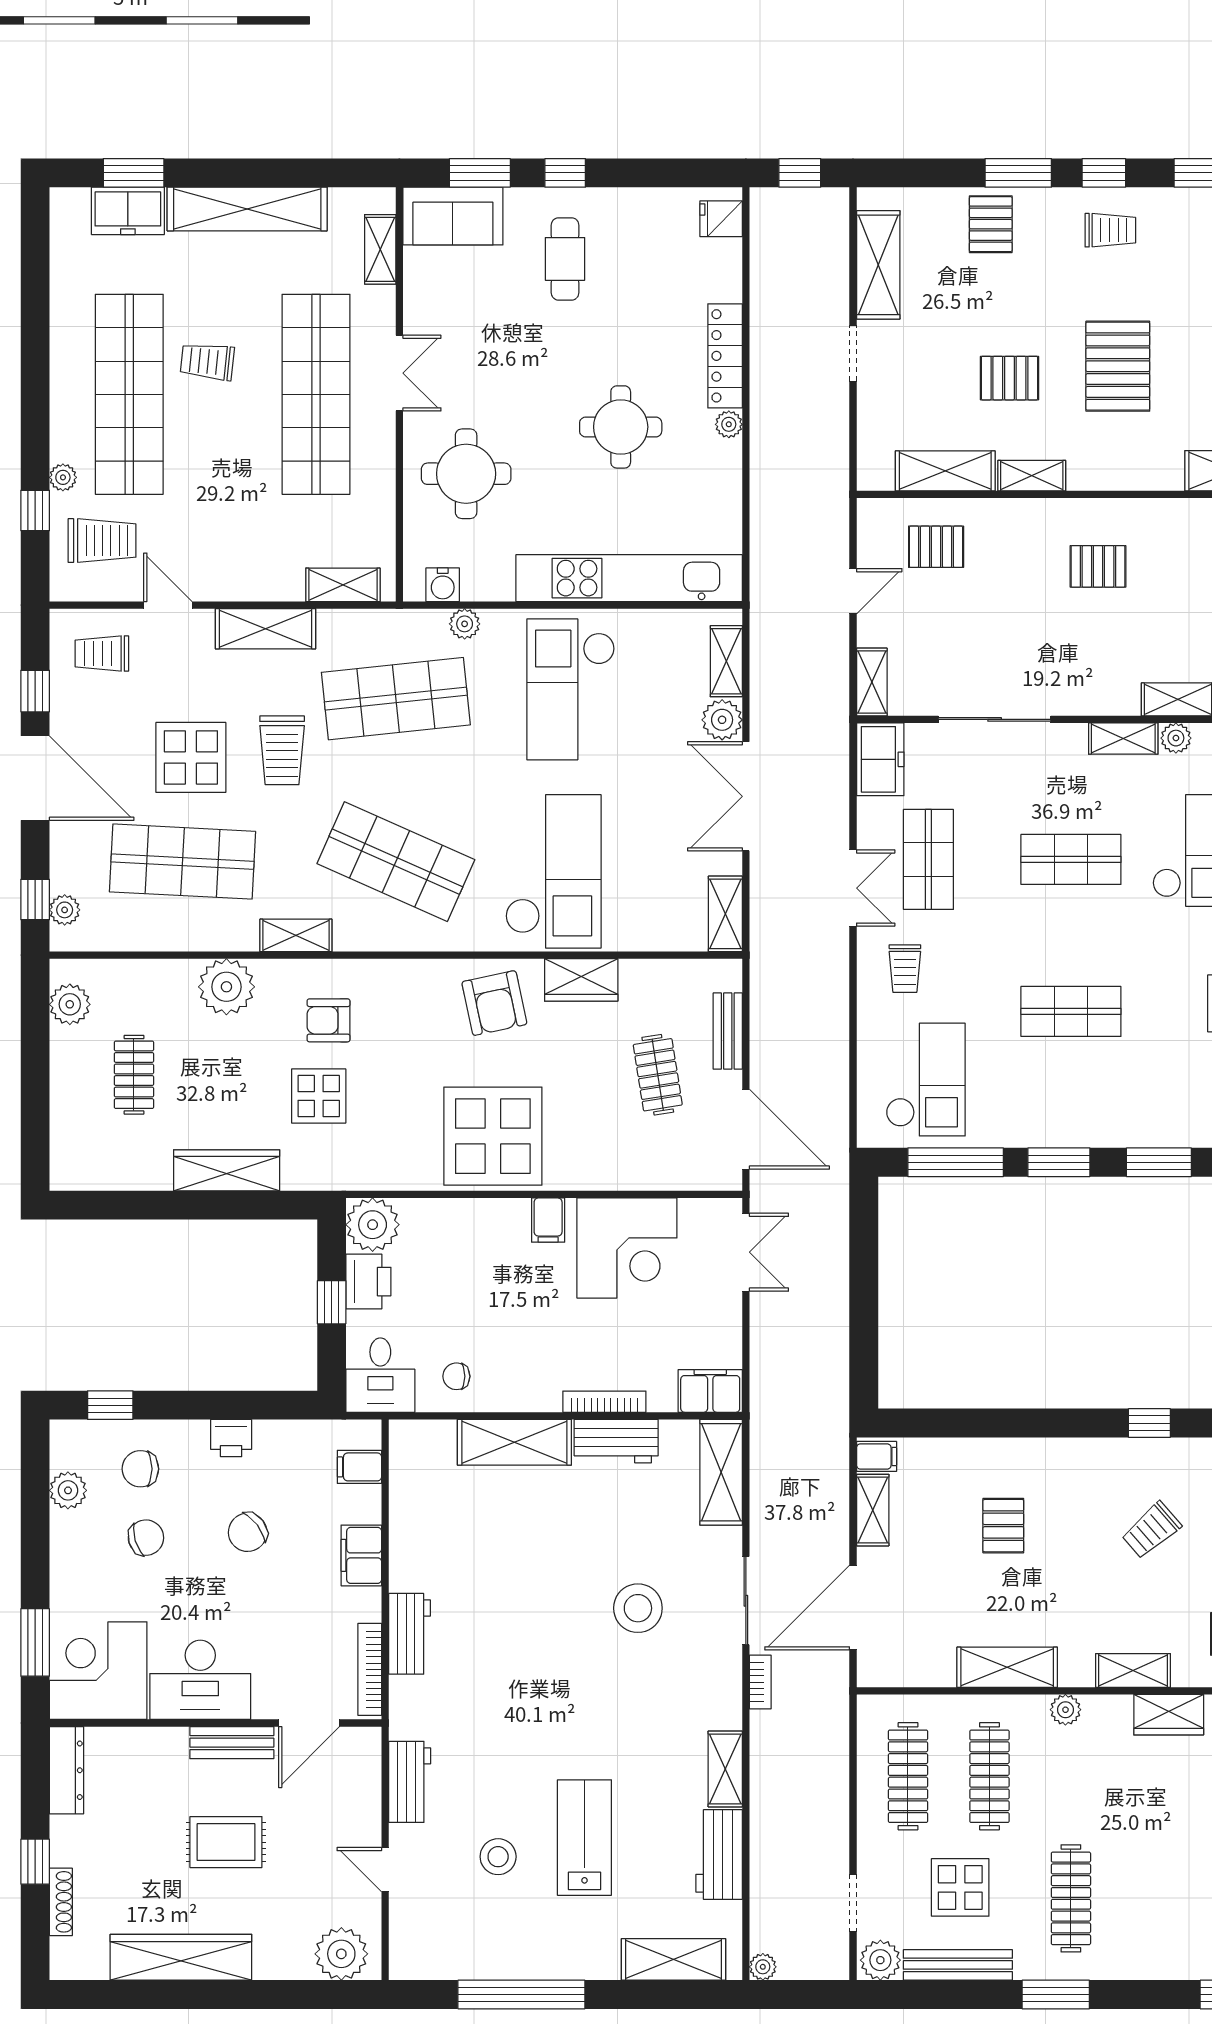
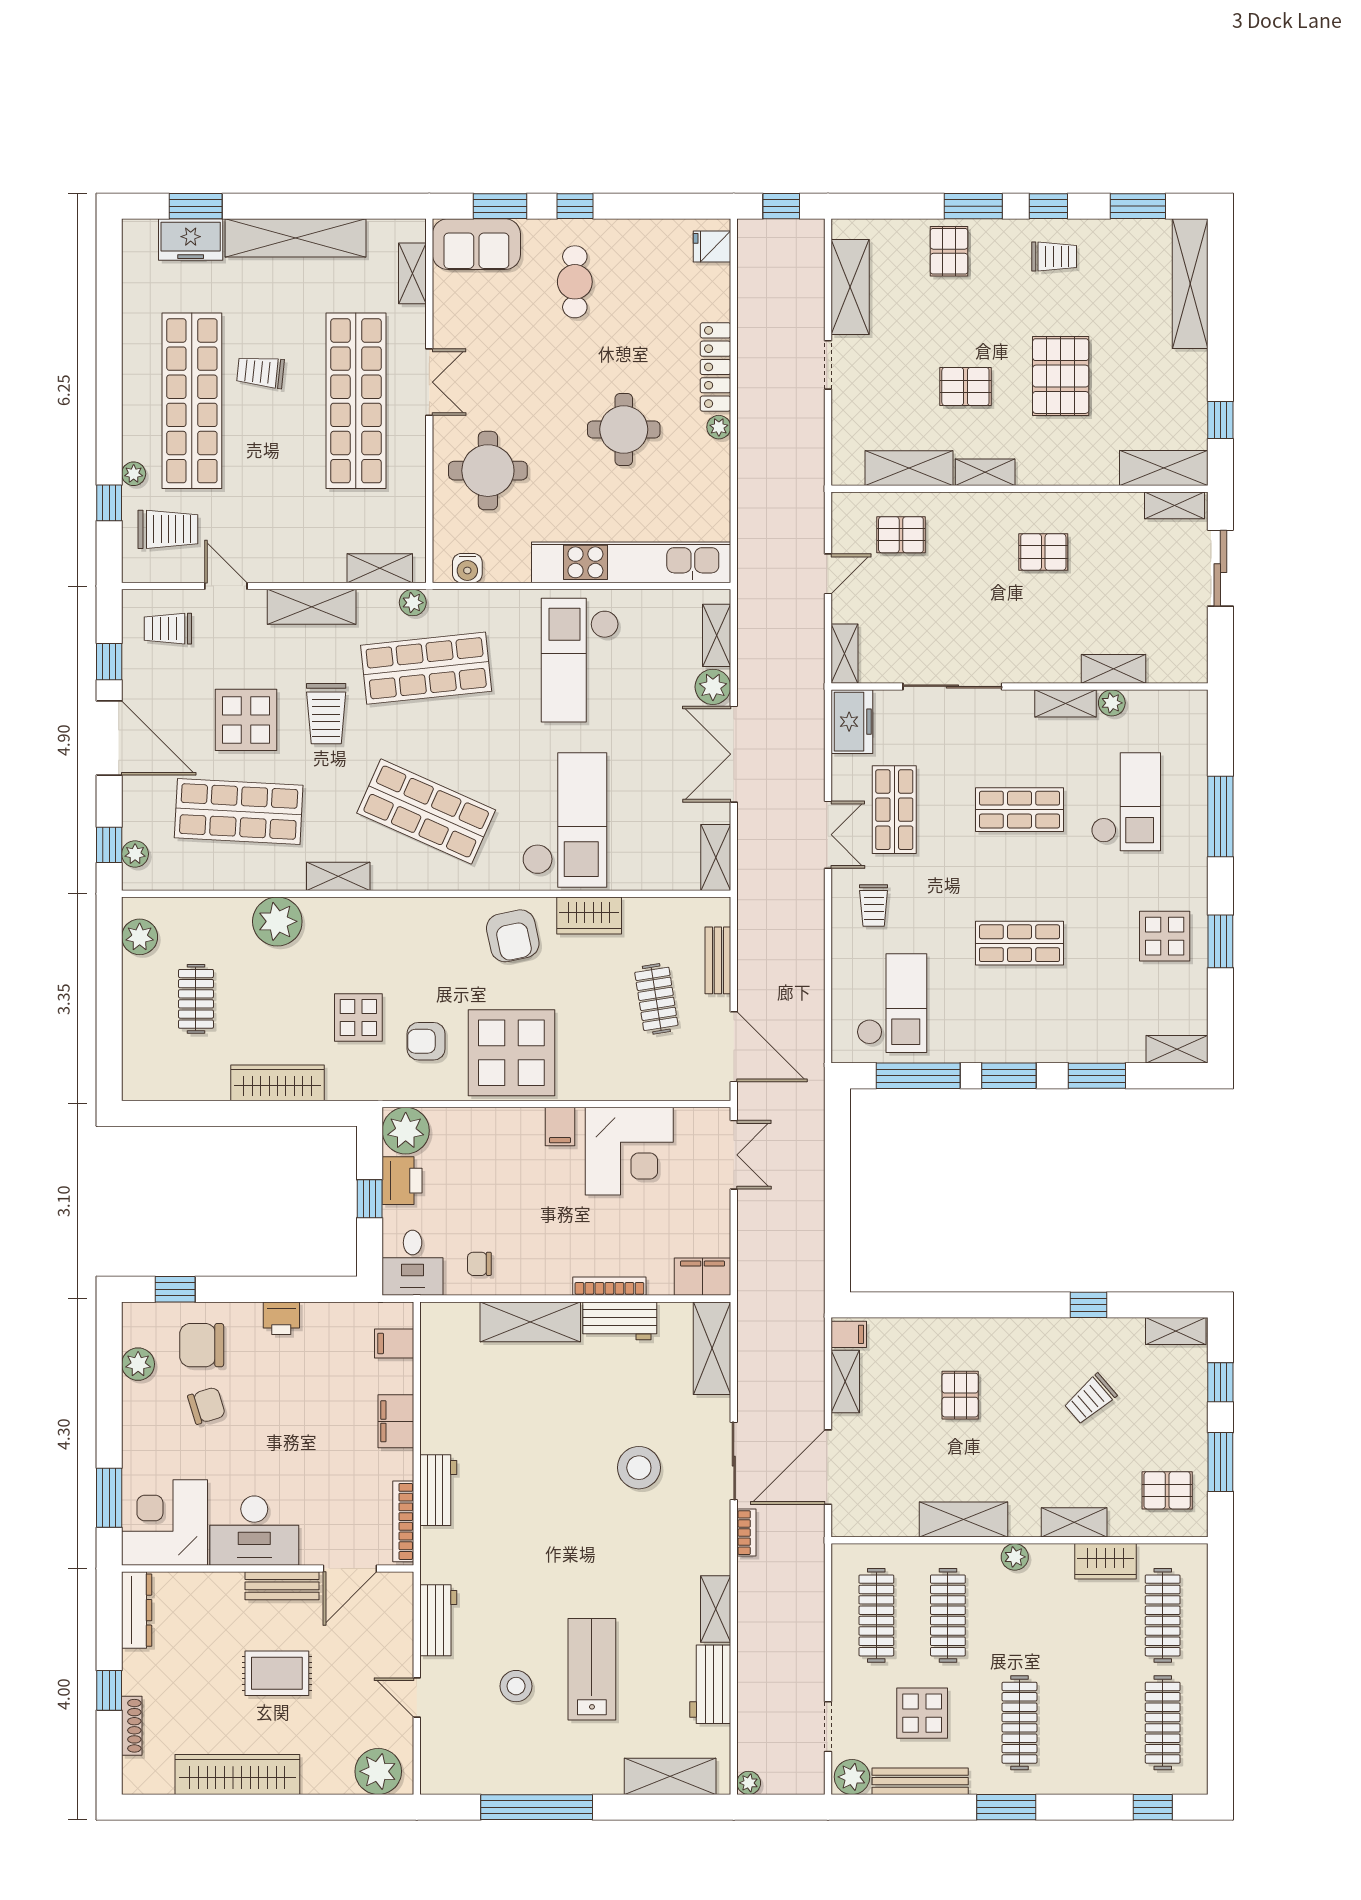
plant: (465, 624) -> (413, 603), moved
armchair: (329, 1020) -> (426, 1041), moved
chair: (140, 1469) -> (202, 1345), width x1.37, depth x1.37
chair: (248, 1532) -> (296, 1401), removed

